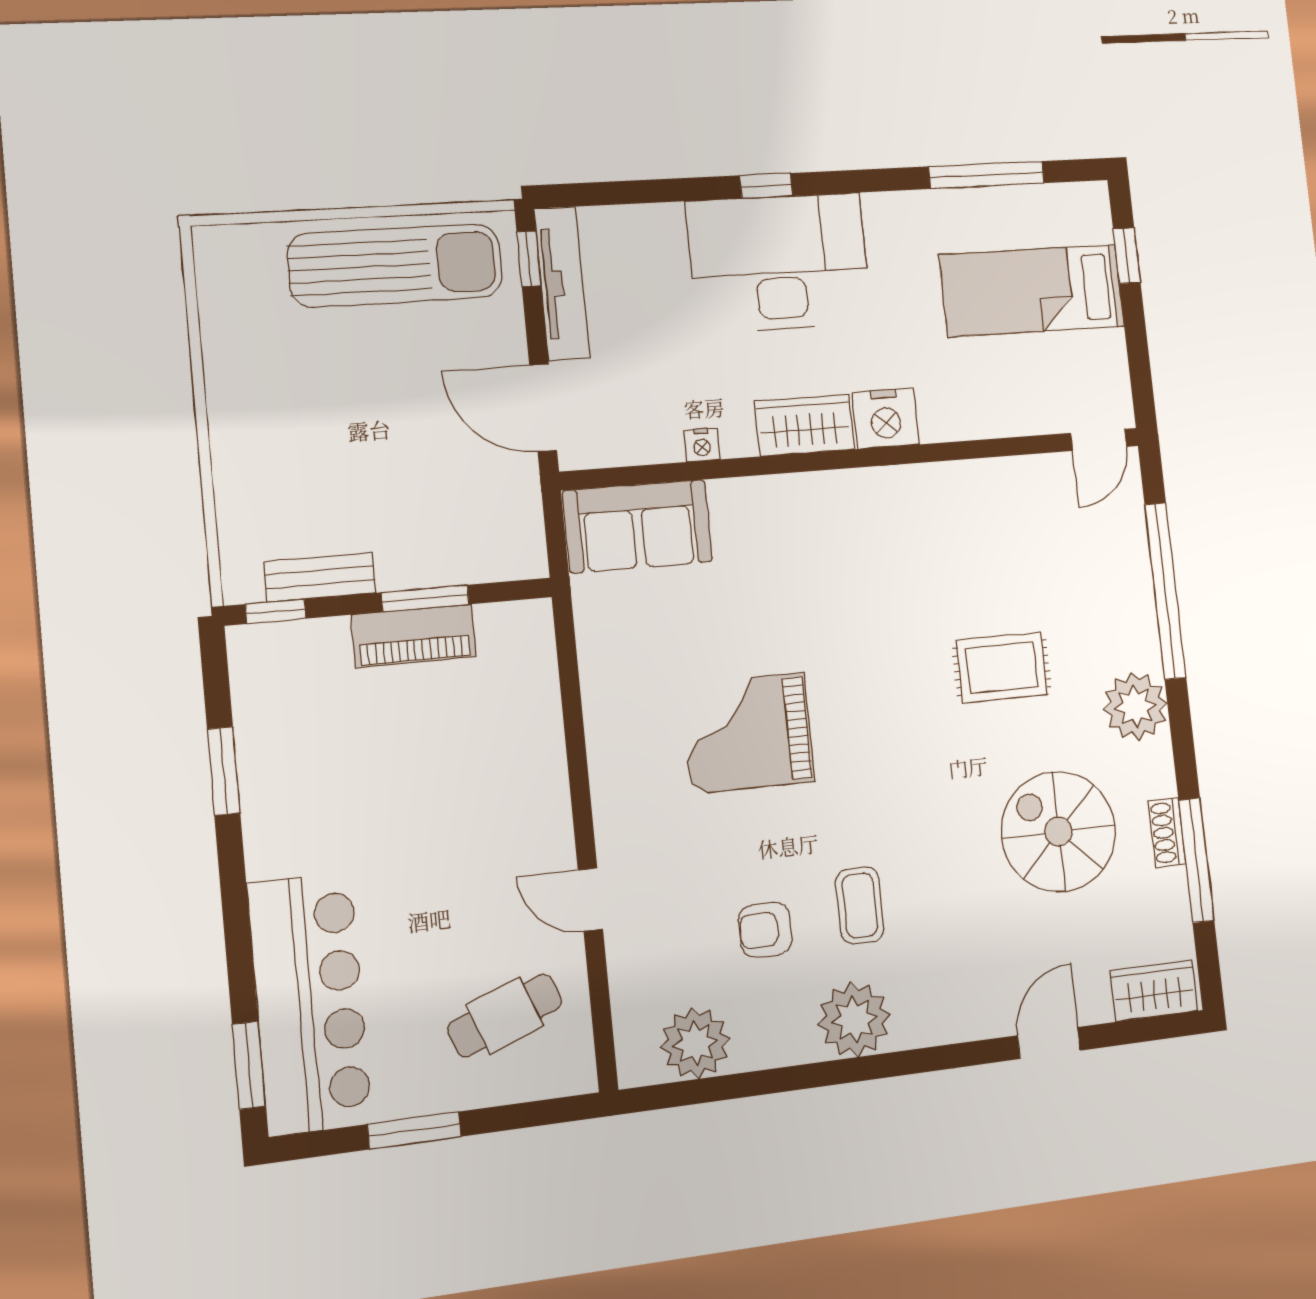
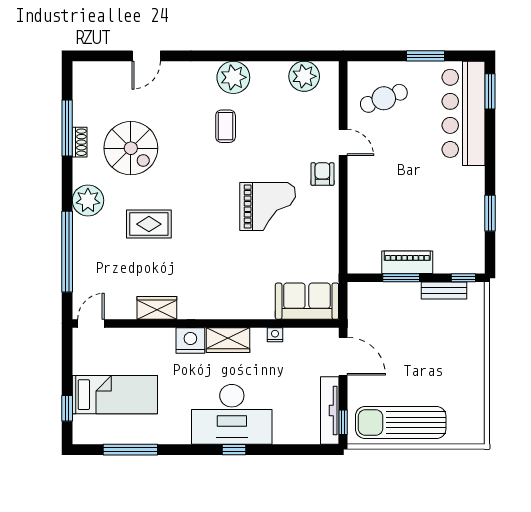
armchair: (765, 930) -> (322, 174), moved, turned -90
wardrobe: (1154, 991) -> (157, 308), moved, turned 180

